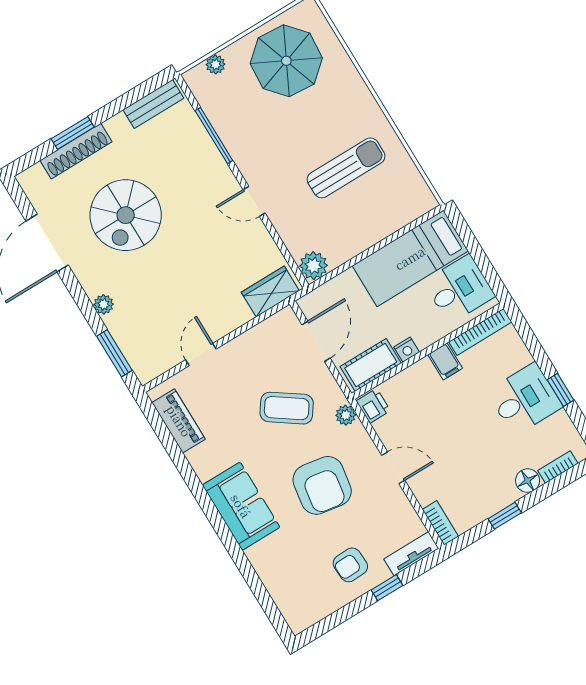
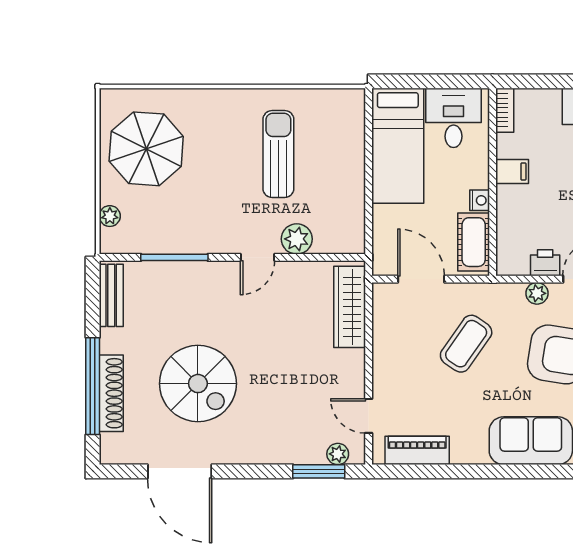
window: (73, 133) -> (93, 386), width x2.11
plant: (313, 266) -> (297, 239), moved
wardrobe: (270, 292) -> (350, 307), width x1.50
plant: (104, 304) -> (338, 454), moved
bookcase: (480, 332) -> (505, 110), width x0.64
door: (201, 354) -> (369, 416), moved
printer: (373, 406) -> (545, 263), moved
plant: (346, 415) -> (537, 293), moved

